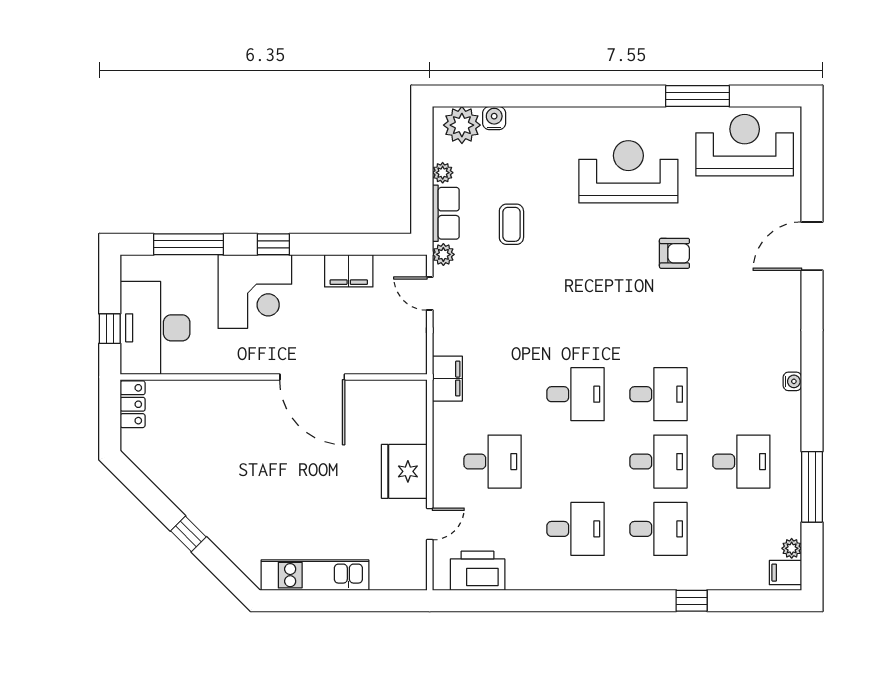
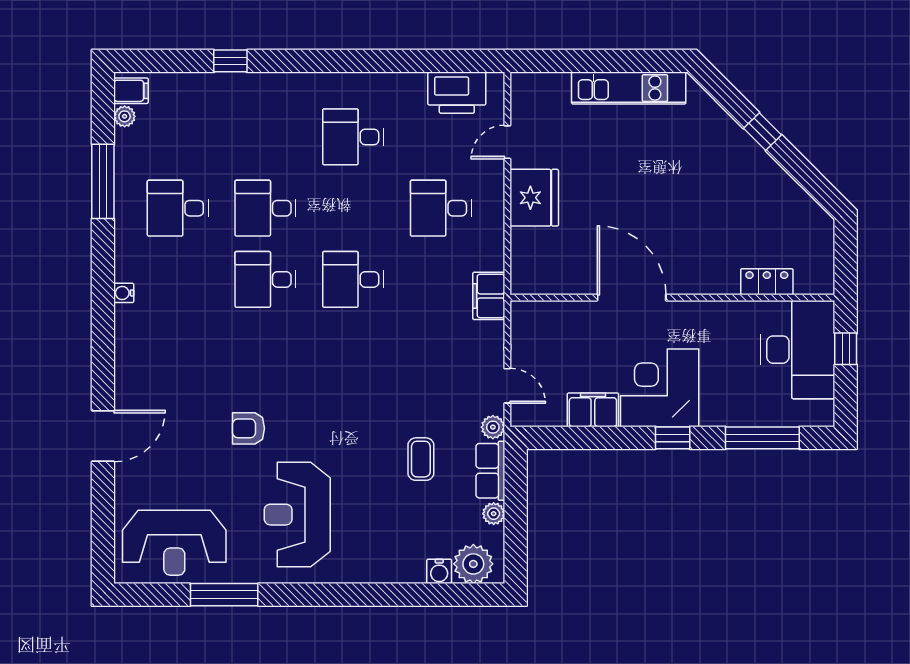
reception desk: (628, 172) -> (297, 515), turned 90
corner desk: (255, 292) -> (660, 388), moved
locker: (133, 404) -> (767, 282), moved, turned 90
desk: (658, 529) -> (265, 137), removed

